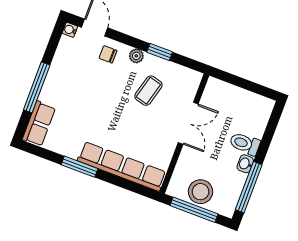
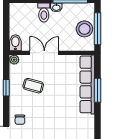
plant: (136, 56) -> (14, 60), moved
bidet: (217, 88) -> (15, 43), added
window: (79, 167) -> (97, 90), moved

